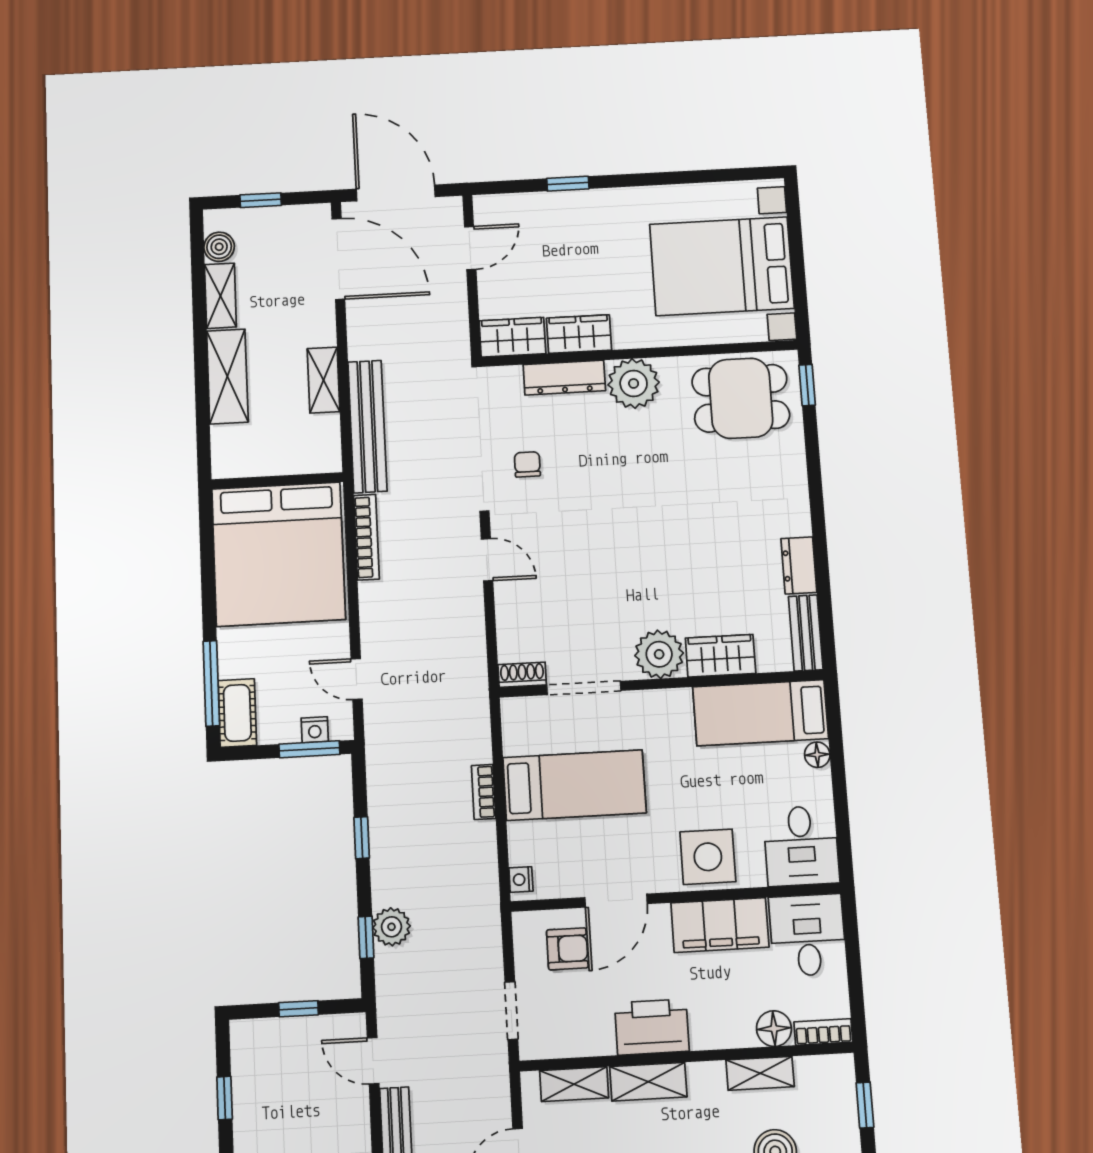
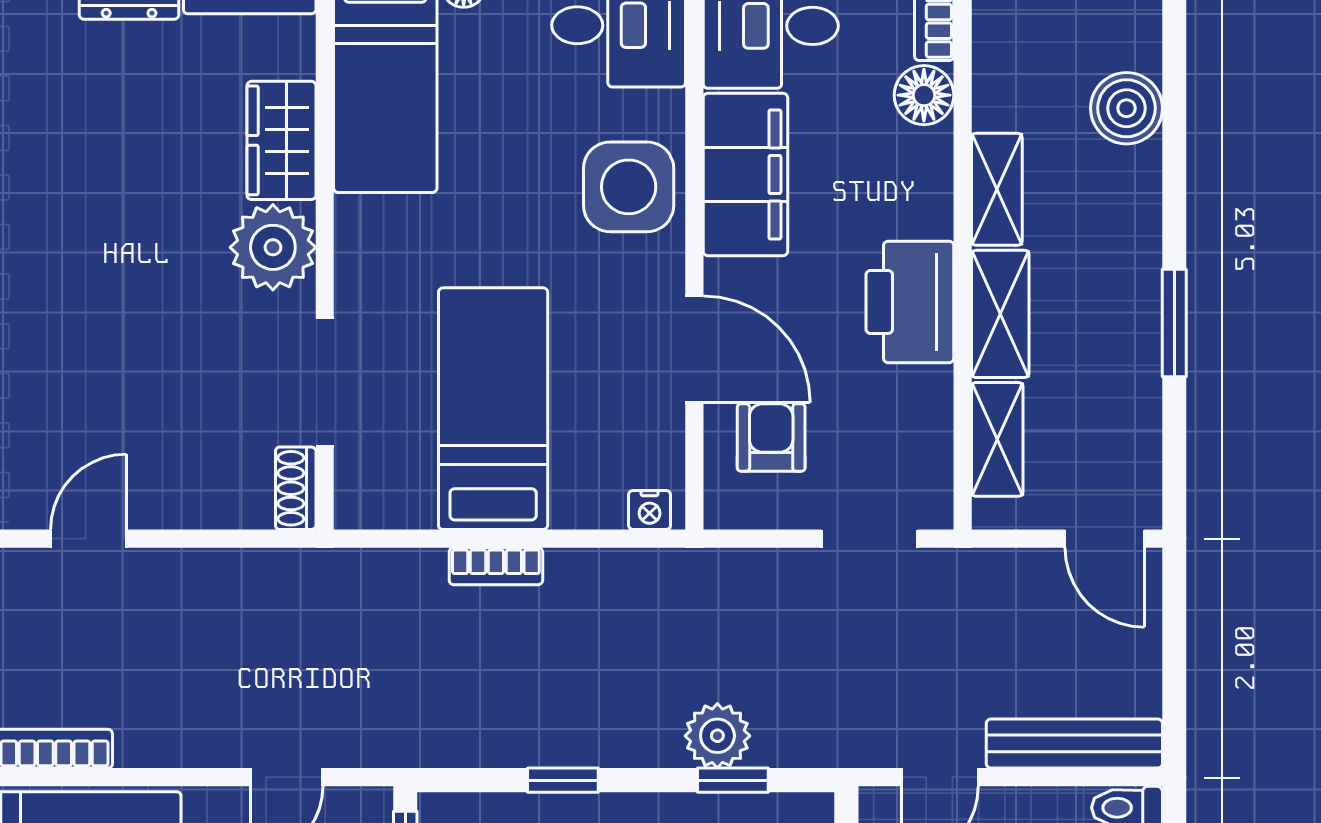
shelving: (760, 1073) -> (997, 189), moved

